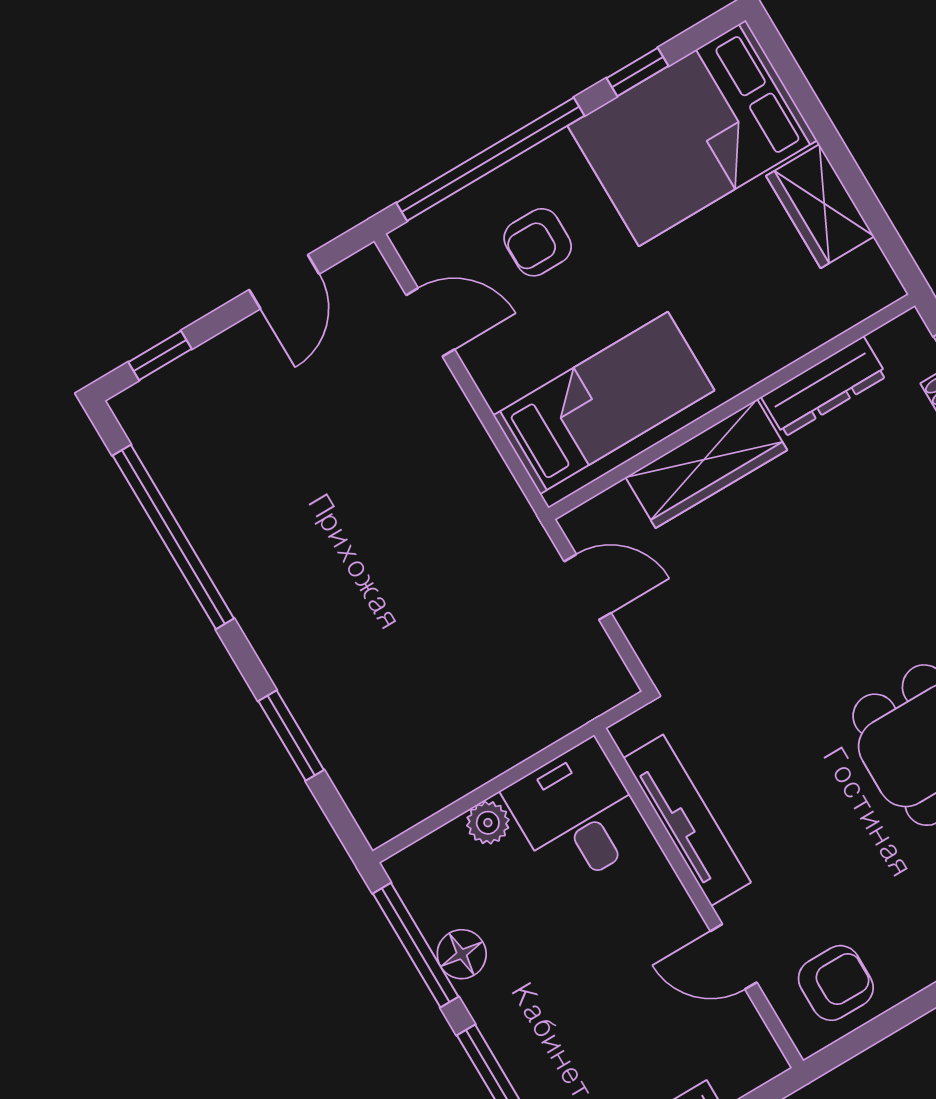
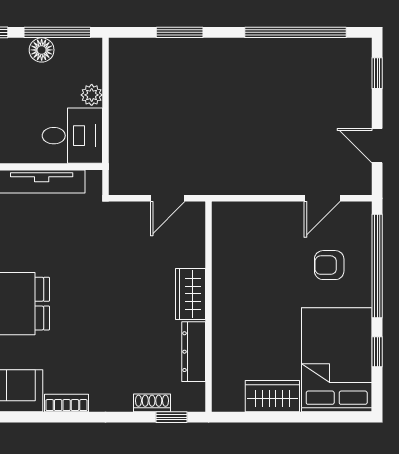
armchair: (538, 242) -> (329, 265), turned -90
bed: (604, 403) -> (243, 252), removed
wardrobe: (706, 464) -> (191, 294), width x0.67

